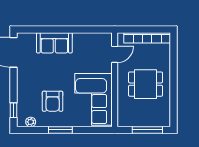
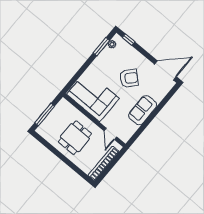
sofa: (54, 43) -> (143, 110), moved
armchair: (53, 101) -> (129, 78), moved, turned 132
window: (60, 130) -> (101, 47), moved

